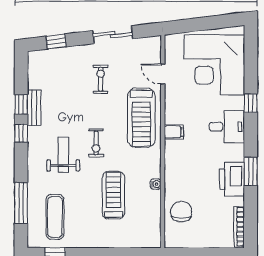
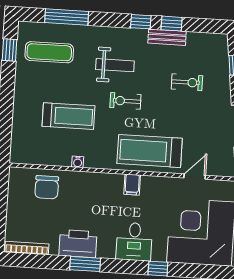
exercise bike: (101, 79) -> (187, 82), moved
chair: (181, 212) -> (47, 187), turned 90

